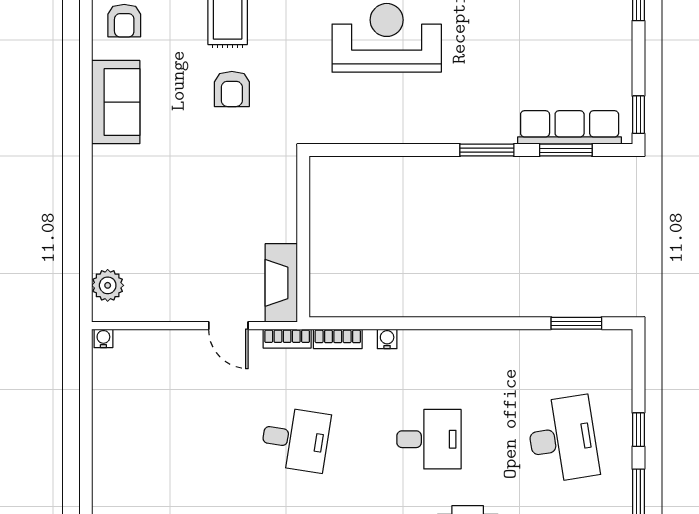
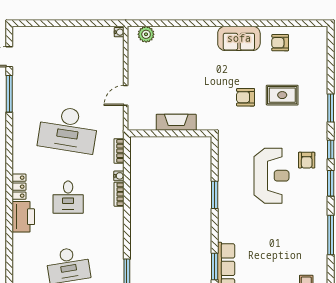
window: (487, 150) -> (215, 195), moved
fireplace: (281, 283) -> (176, 122), moved
bookcase: (287, 339) -> (119, 194), moved
desk: (295, 439) -> (68, 129), width x1.87, depth x1.30

